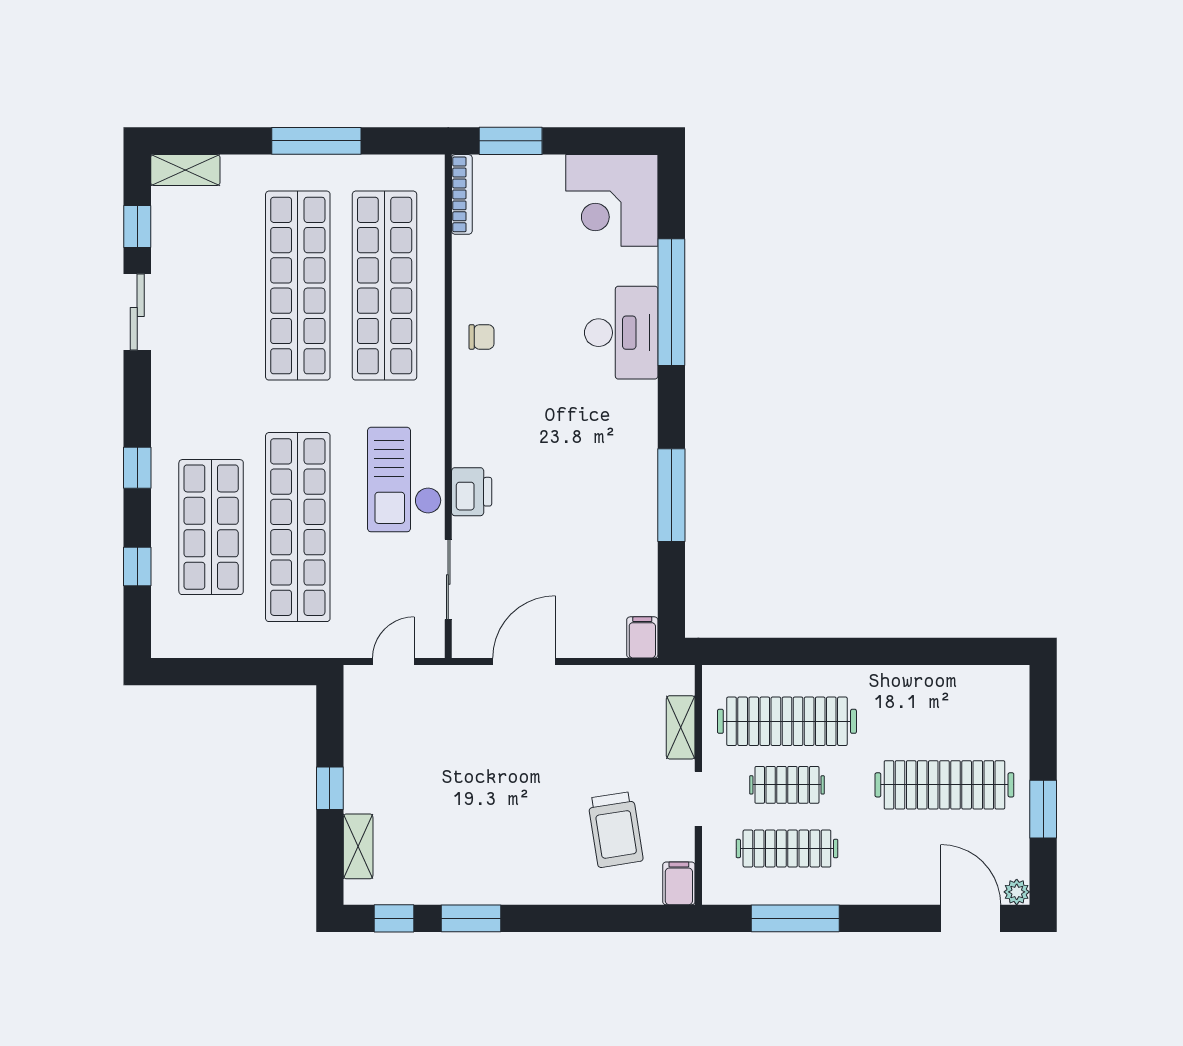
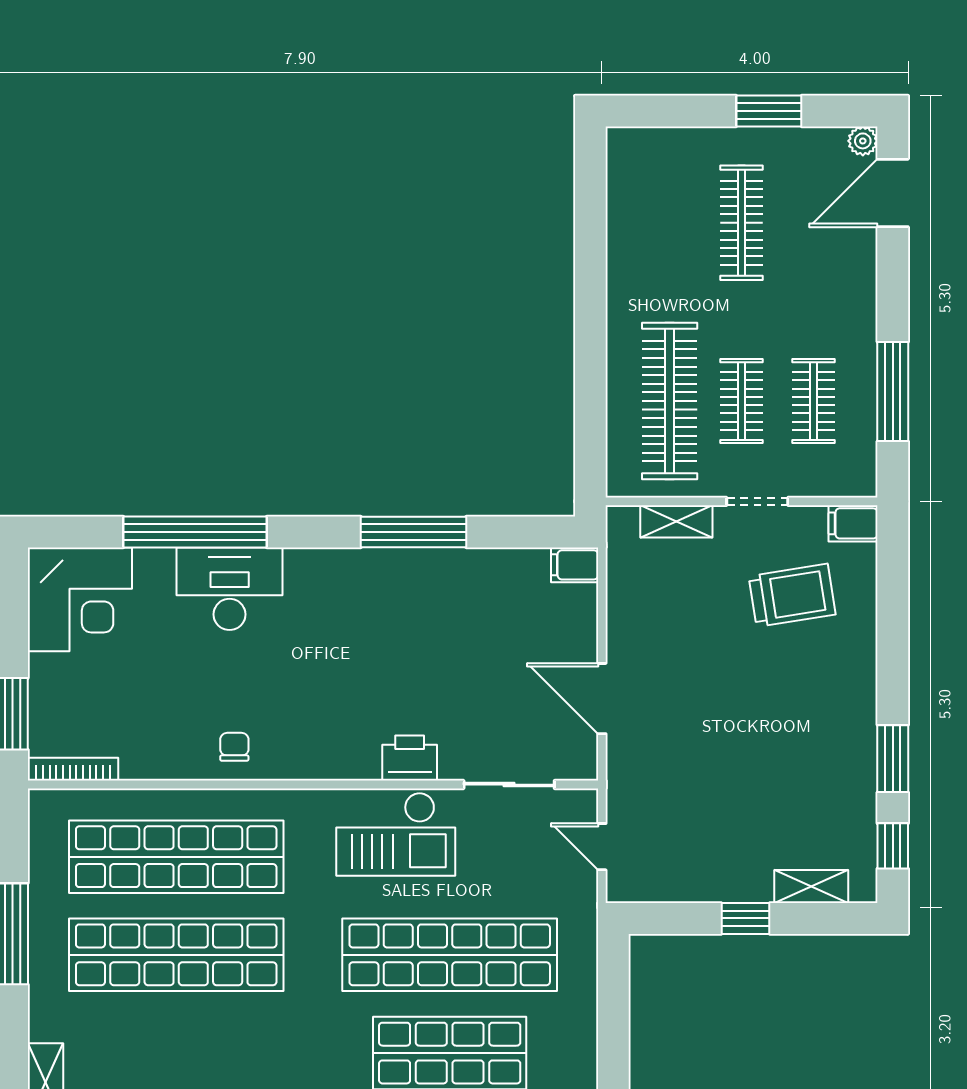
clothes rail: (944, 785) -> (742, 223), width x0.73, depth x0.76
clothes rail: (787, 848) -> (814, 401), width x0.73

